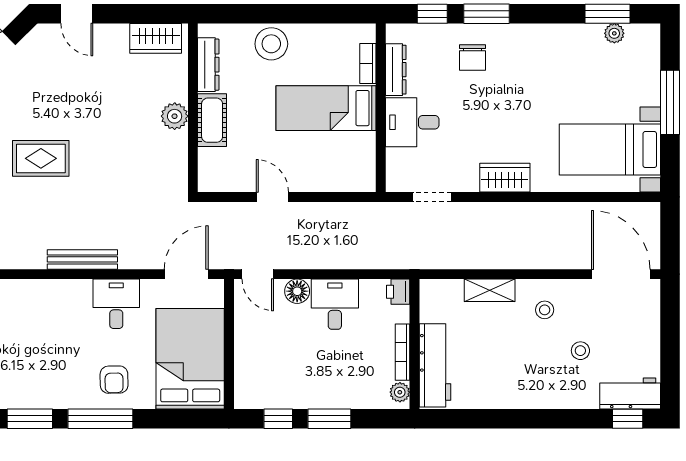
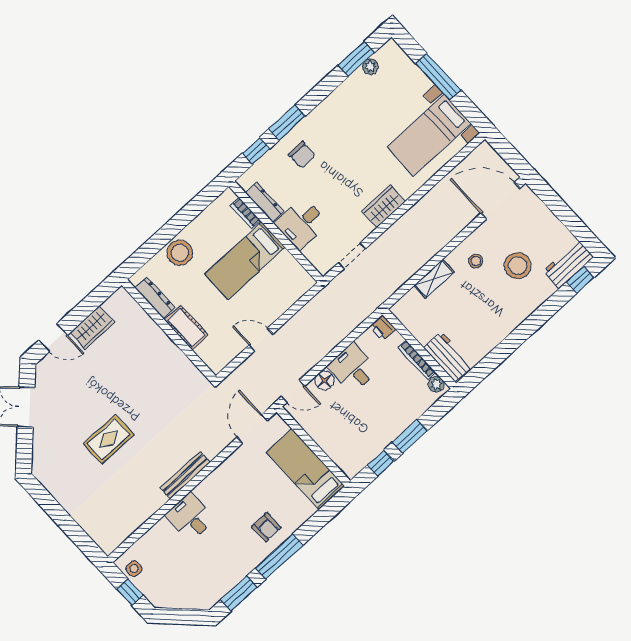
wardrobe: (156, 38) -> (92, 327), moved
plant: (175, 116) -> (163, 345), removed
desk: (116, 304) -> (190, 517), moved
stool: (580, 351) -> (518, 266), width x1.89, depth x1.89
bed: (190, 359) -> (305, 469), width x0.67
workbench: (435, 365) -> (448, 357), width x0.73

